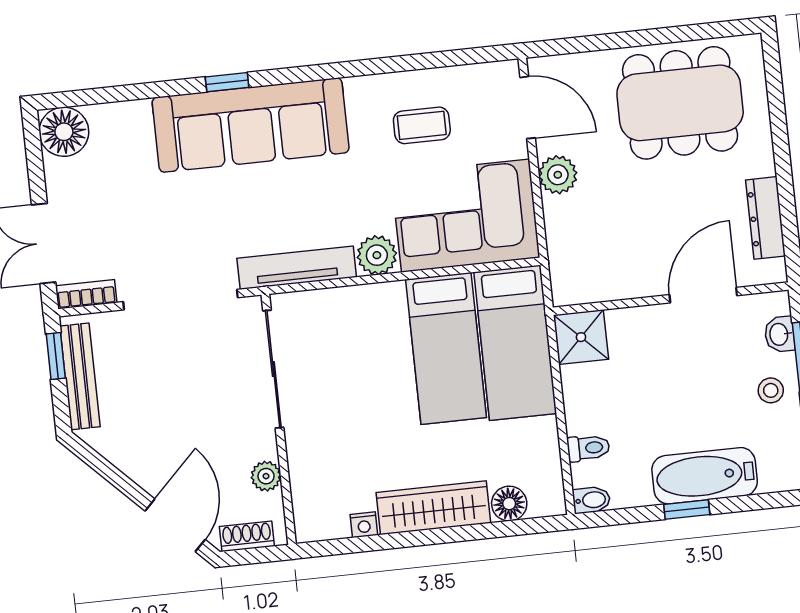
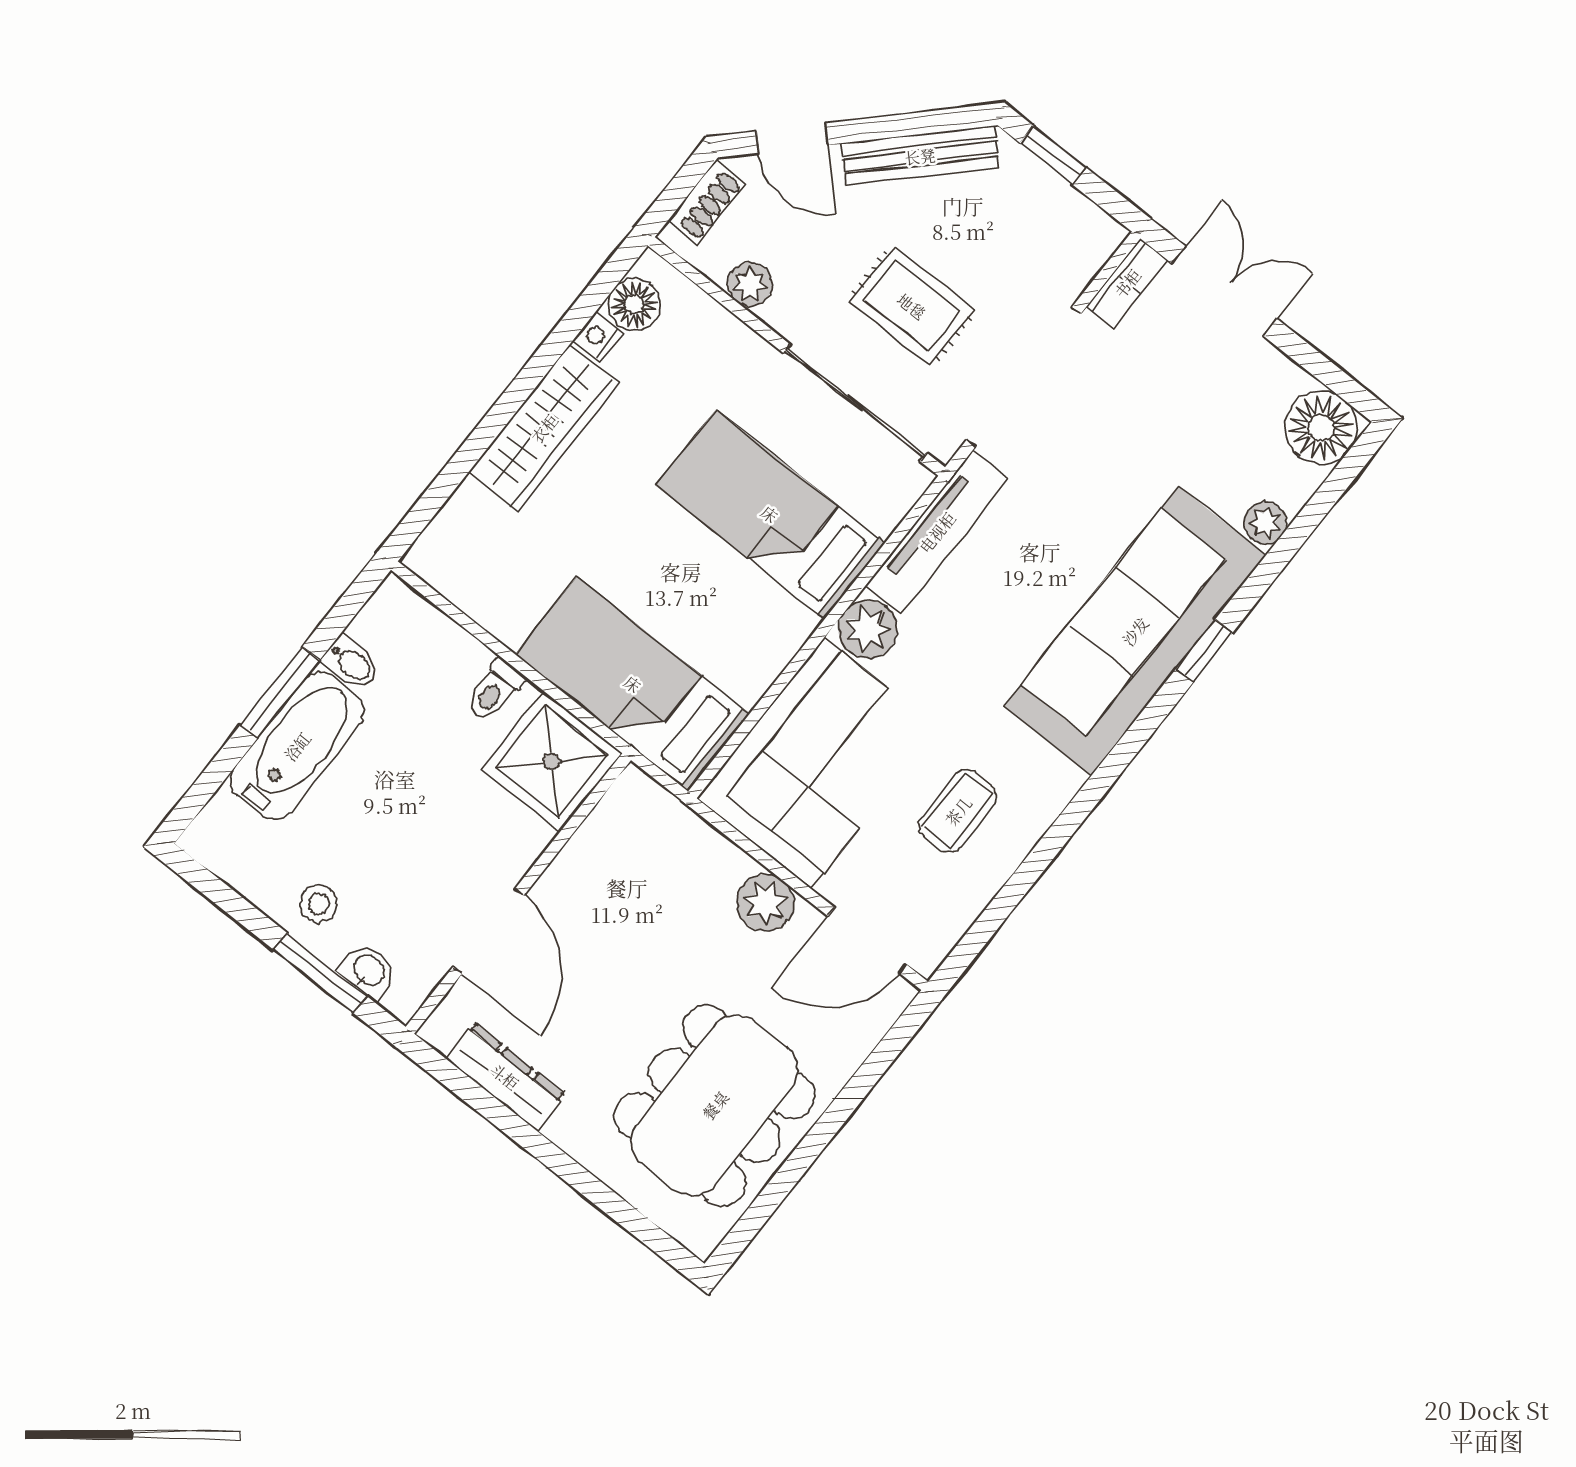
plant: (136, 113) -> (1265, 523), added
shower: (581, 337) -> (552, 761), width x1.36, depth x1.36
bed: (446, 349) -> (770, 514), moved
window: (56, 356) -> (1053, 155), moved
bench: (80, 376) -> (920, 156), moved, turned -45
rug: (199, 388) -> (912, 306), added
toilet: (588, 448) -> (495, 691), moved
bidet: (591, 500) -> (351, 663), moved, turned -90
floor lamp: (509, 504) -> (634, 304), moved
window: (687, 510) -> (280, 692), width x1.50
door: (175, 525) -> (792, 138), width x0.73

